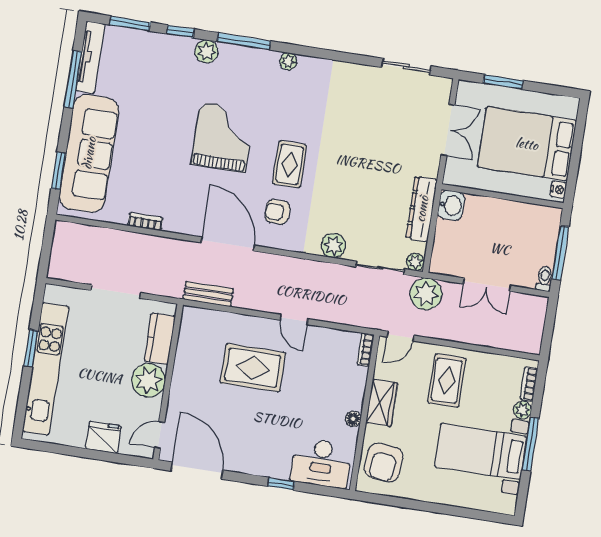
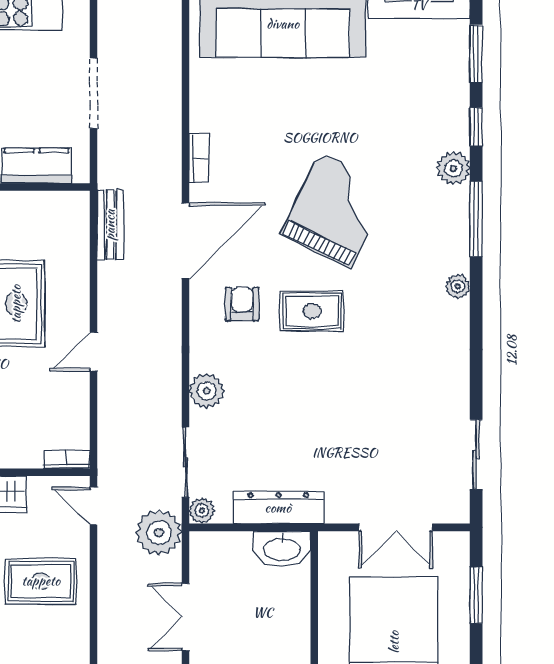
grand piano: (223, 137) -> (335, 210), turned -64
washbasin: (451, 205) -> (282, 549), width x1.38
bookcase: (145, 222) -> (199, 158), moved

